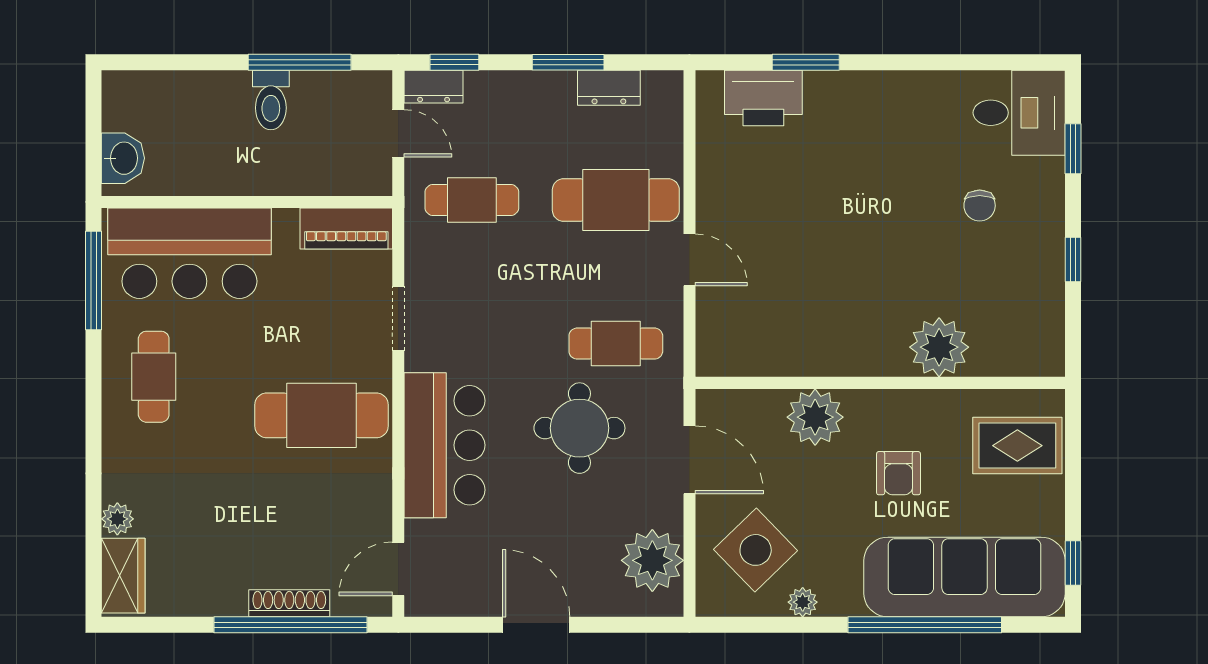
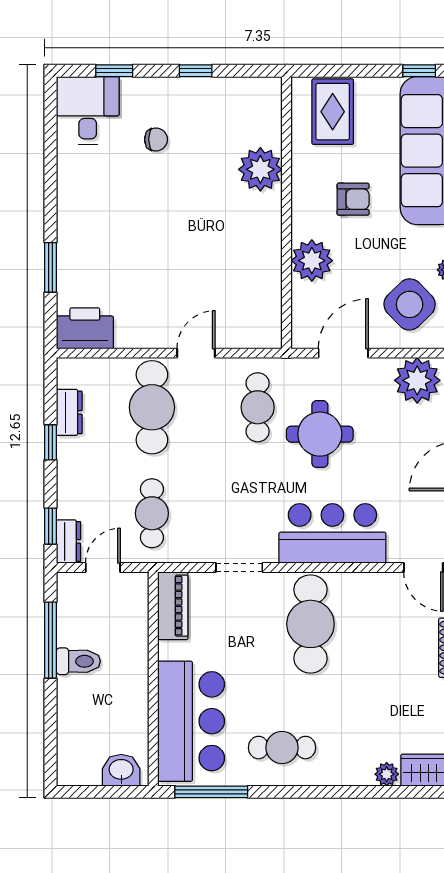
window: (568, 62) -> (51, 442), width x0.67
printer: (763, 98) -> (85, 328), moved, turned -90

